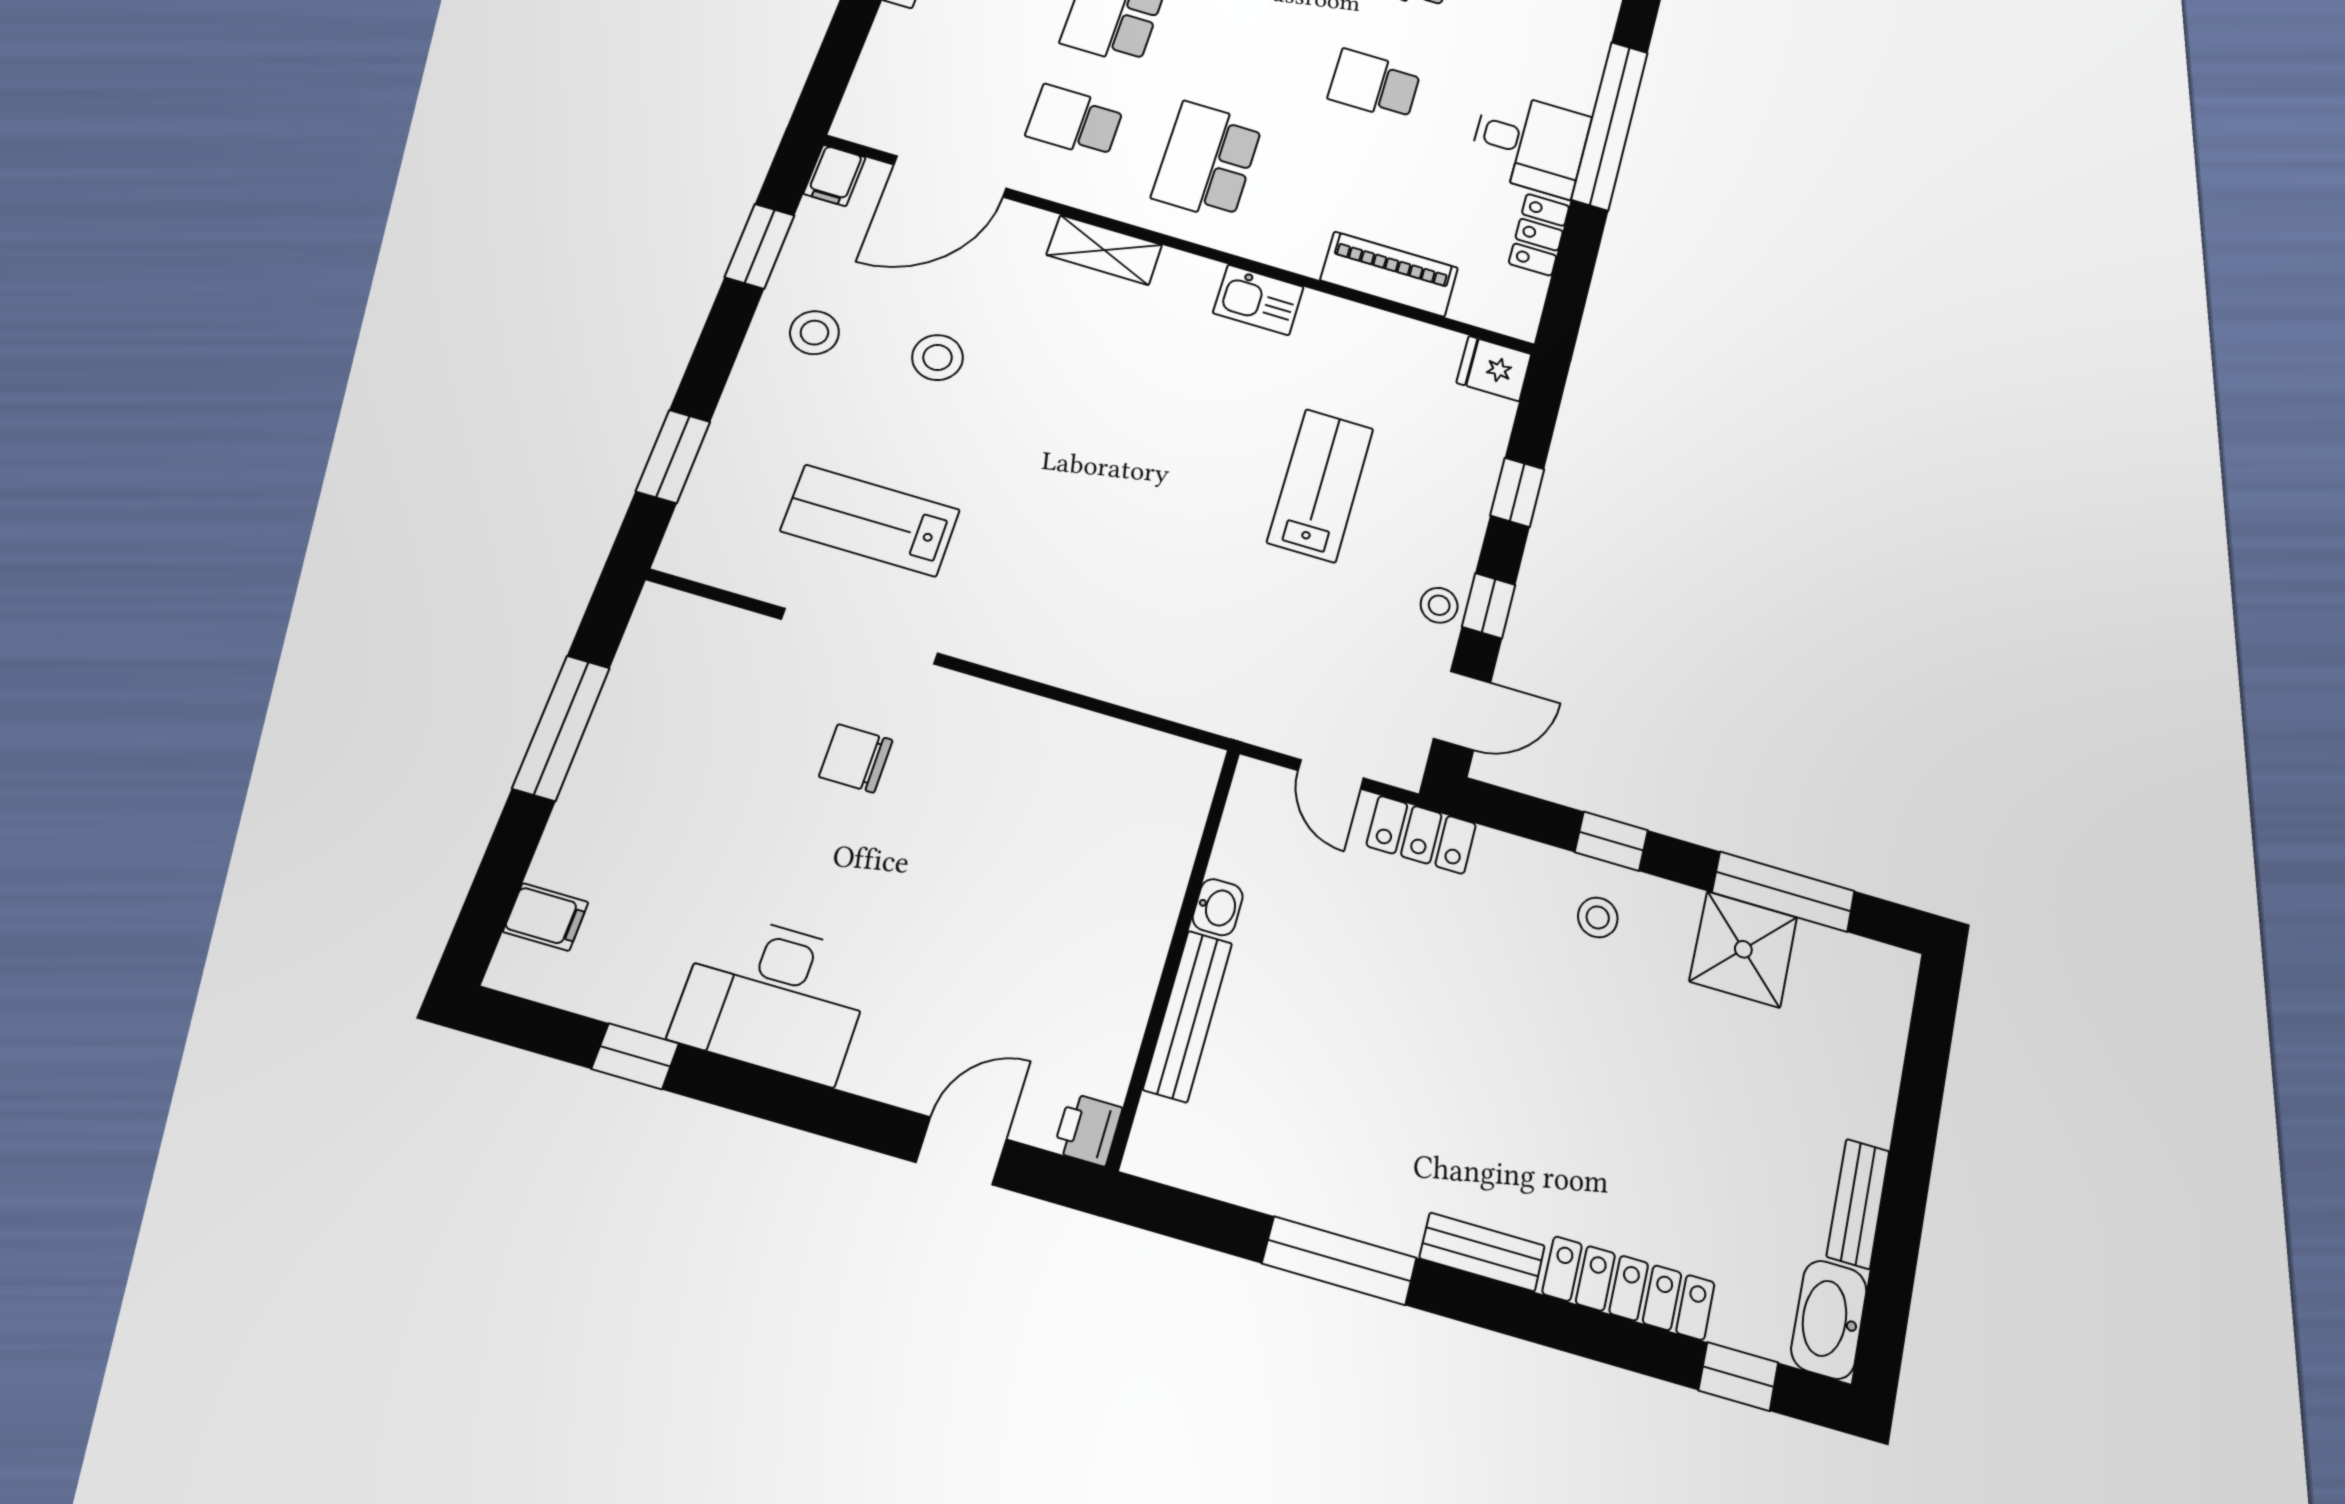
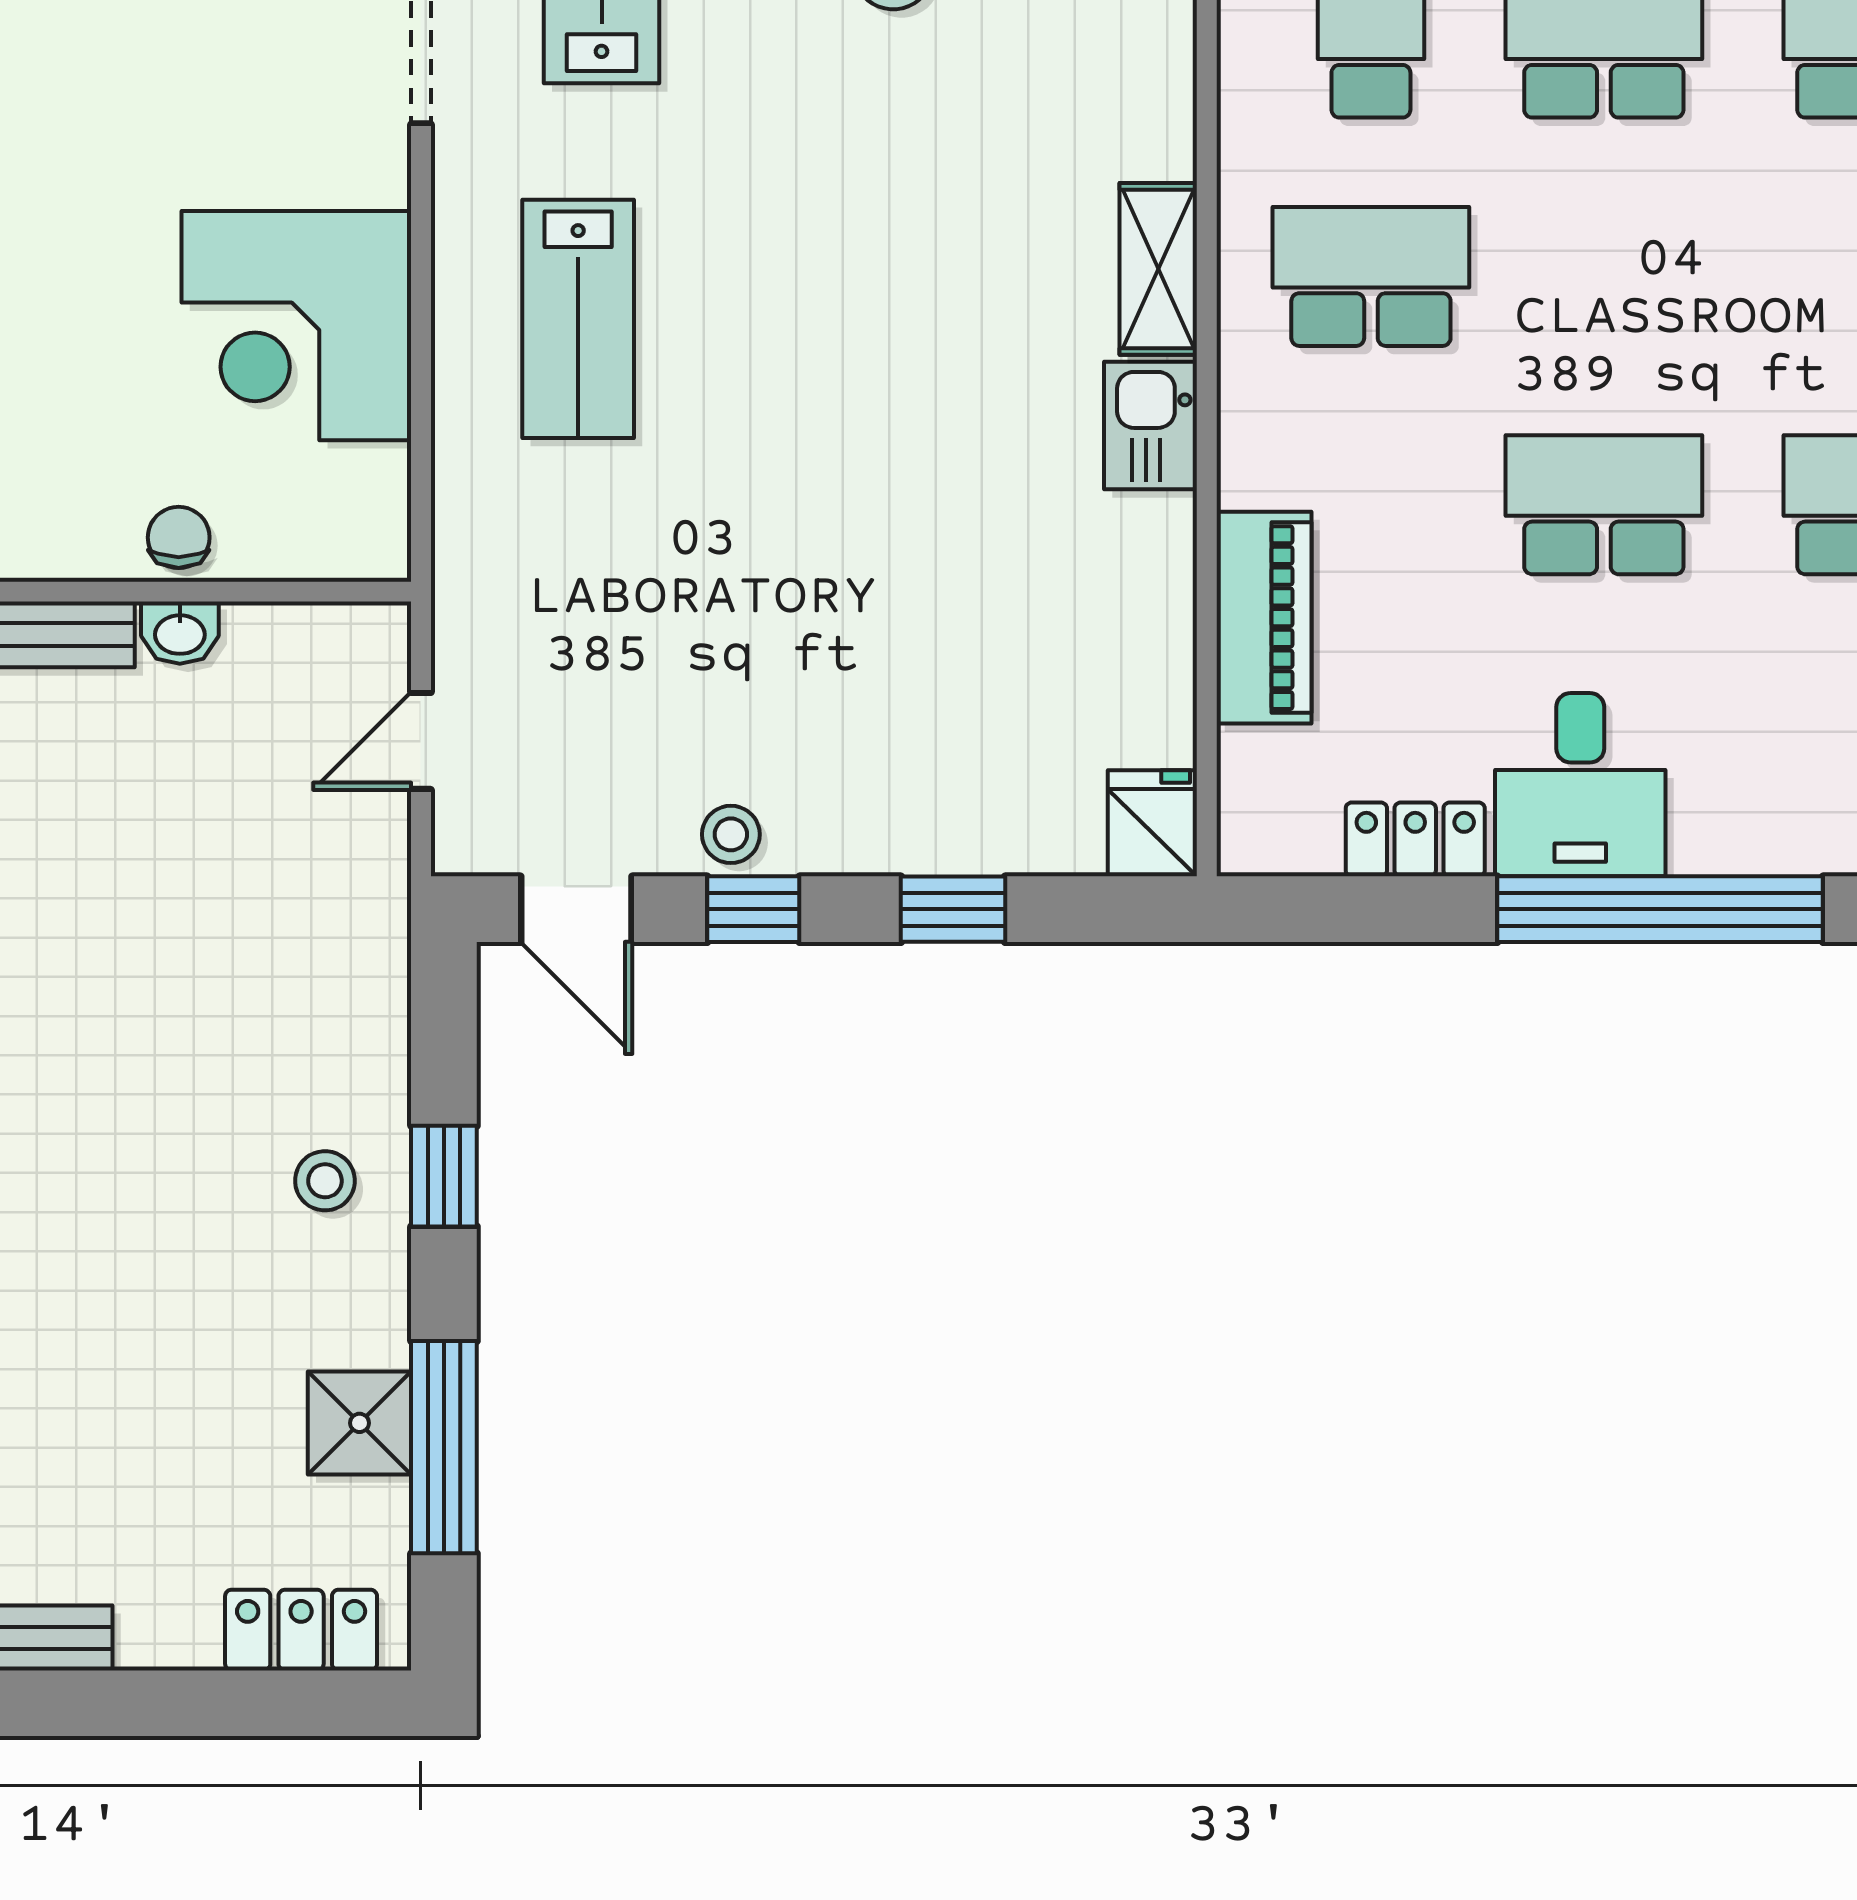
school desk: (1374, 85) -> (1604, 505), width x1.85
shelving: (1104, 250) -> (1158, 269), moved
lab bench: (1320, 485) -> (578, 319), moved, turned 90
chair: (856, 758) -> (179, 537), moved, width x0.73, depth x0.73
corner desk: (1040, 774) -> (296, 326), added
locker: (1421, 835) -> (301, 1630), moved, turned 90
shower: (1743, 949) -> (360, 1423), width x0.73, depth x0.73

